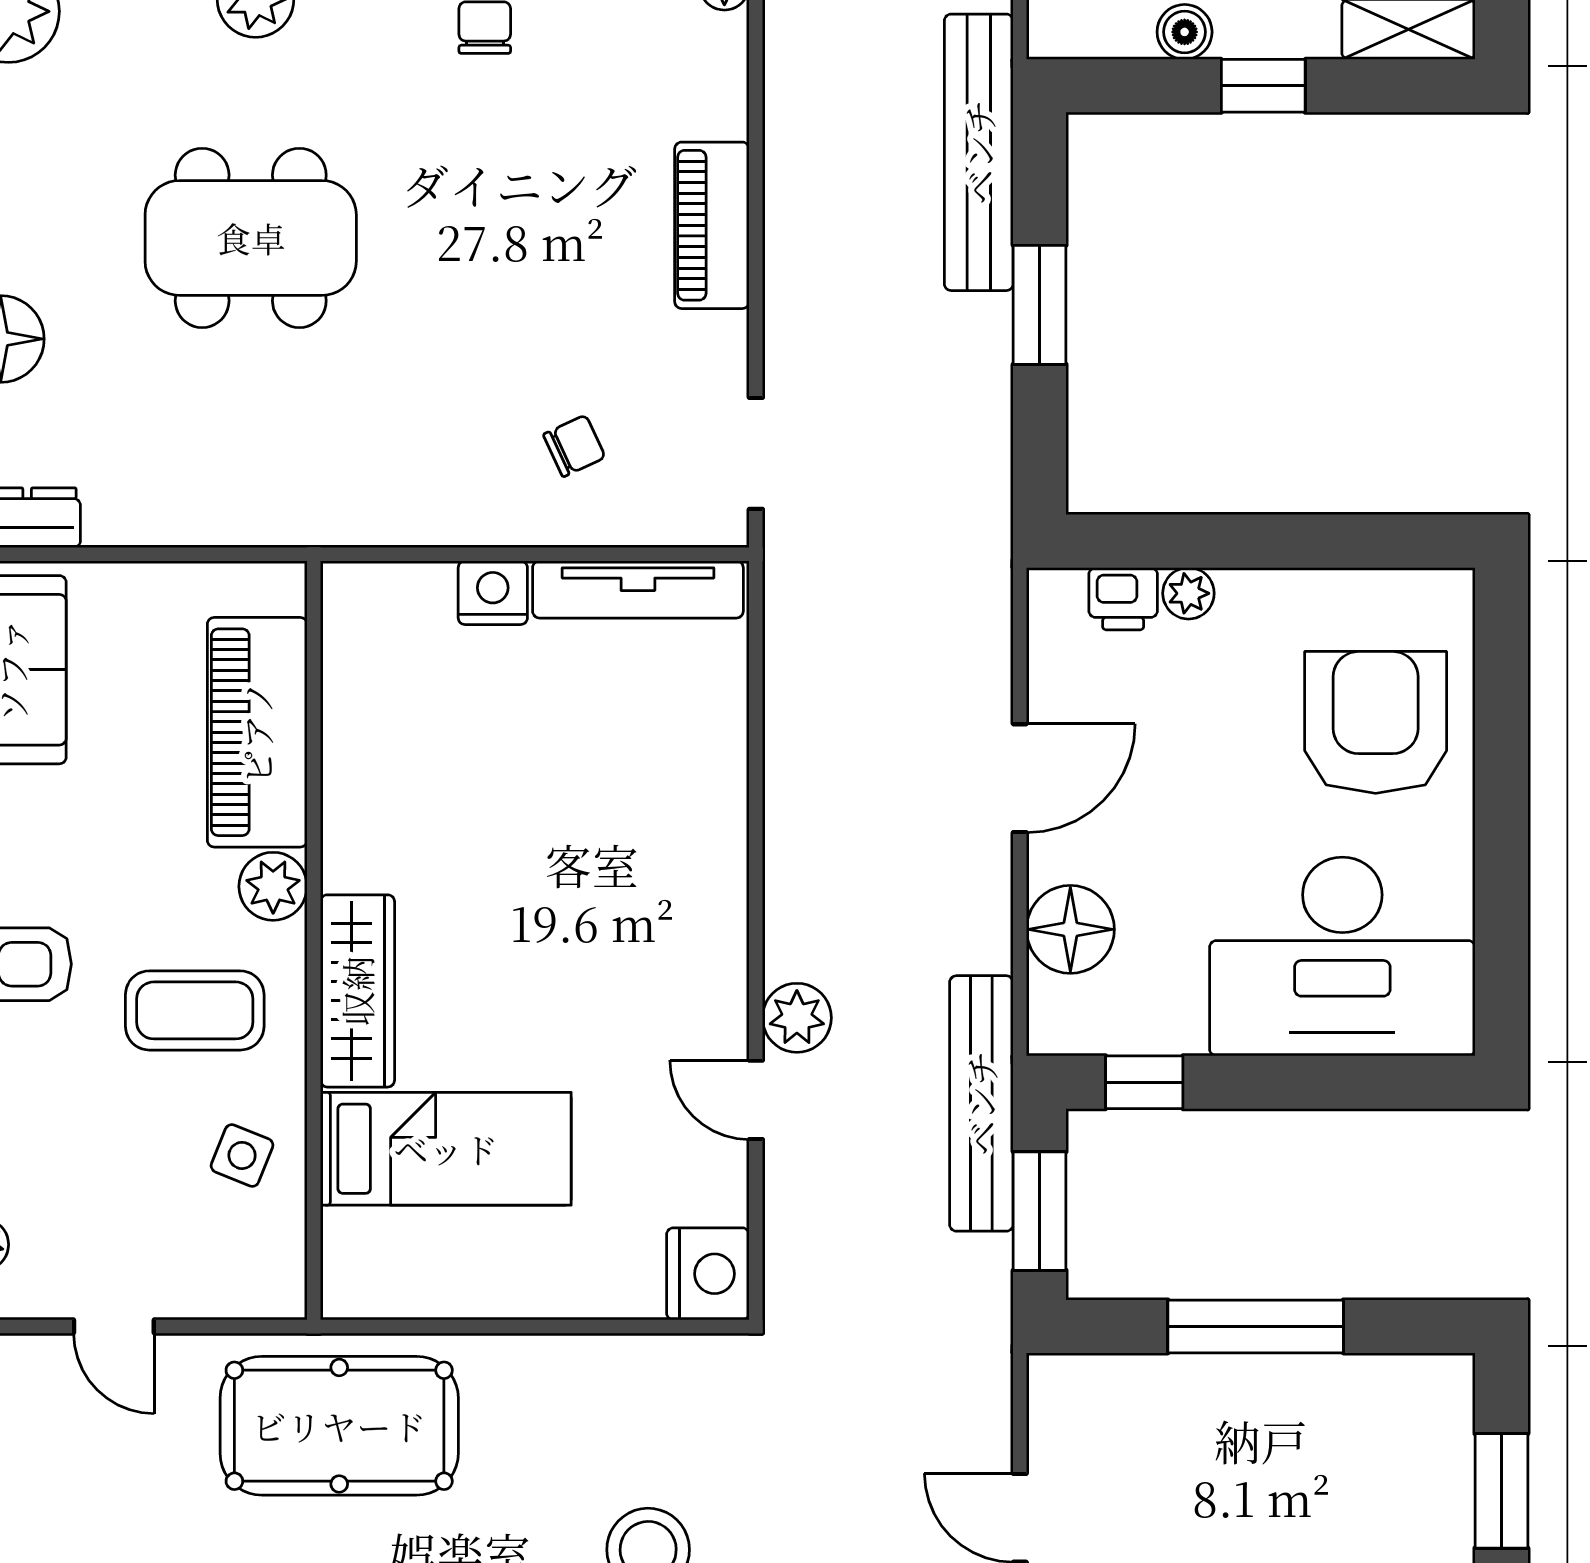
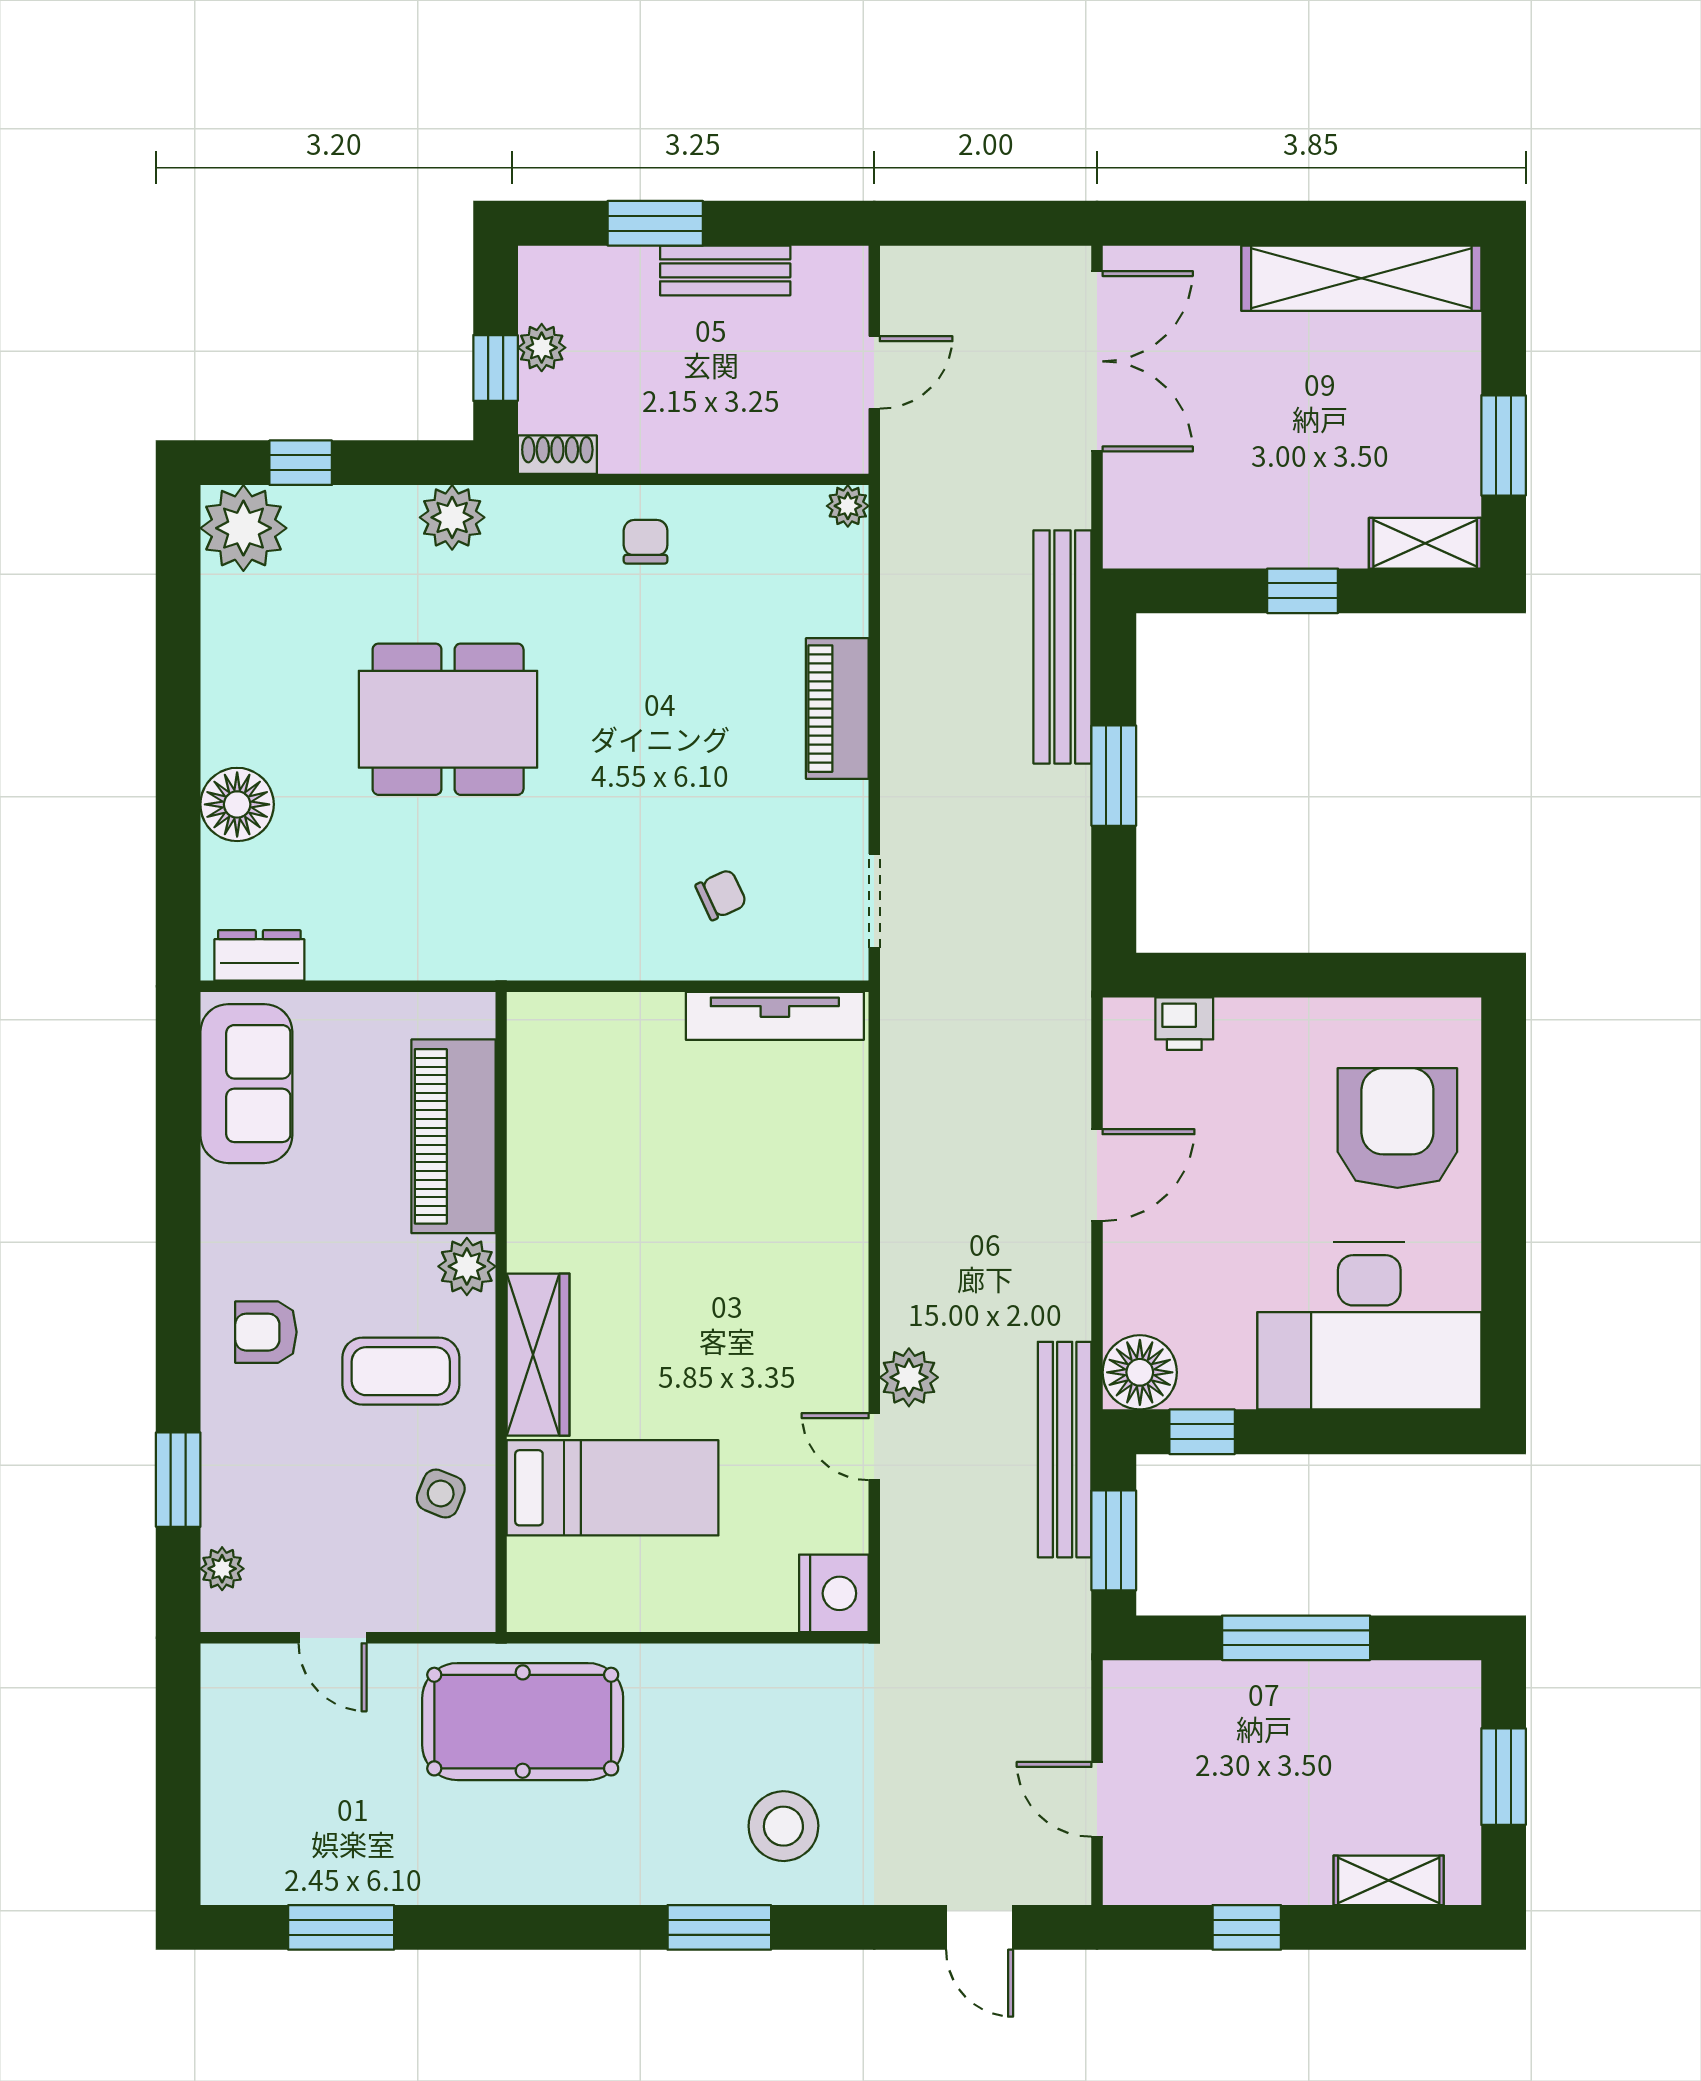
boiler: (1185, 32) -> (1236, 545), removed
nightstand: (493, 593) -> (652, 1019), removed
plant: (1188, 593) -> (1239, 1019), removed
floor lamp: (1070, 929) -> (1140, 1372), moved

